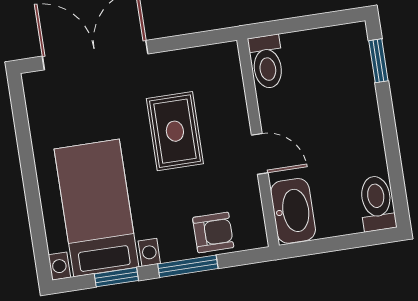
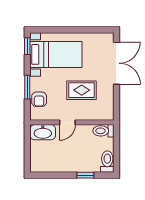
window: (378, 61) -> (85, 175), moved
toilet: (377, 203) -> (107, 162), moved, turned -90
window: (116, 277) -> (27, 46), moved

